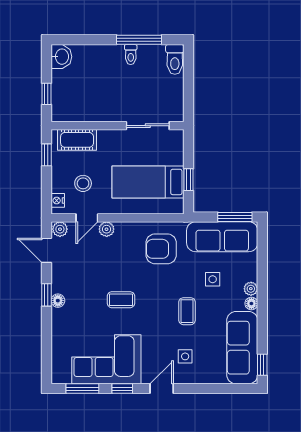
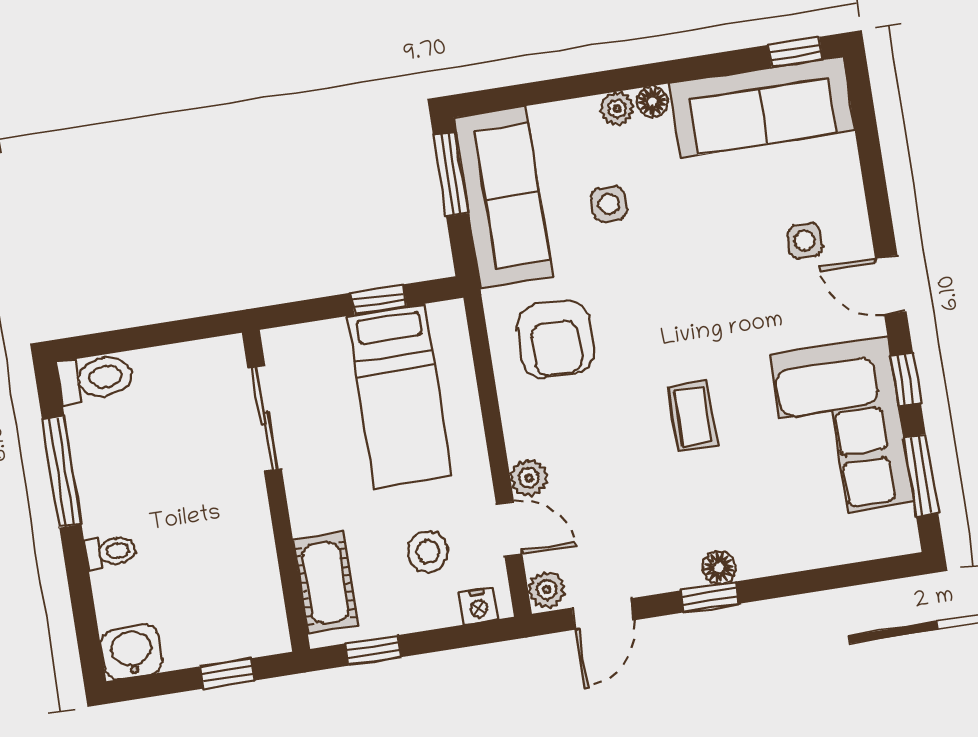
toilet: (131, 55) -> (111, 552), moved
coffee table: (187, 311) -> (695, 253), removed

